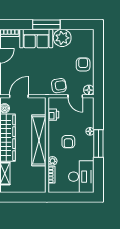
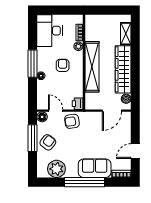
window: (46, 25) -> (85, 182), width x1.46
plant: (62, 38) -> (56, 169), moved
armchair: (83, 64) -> (48, 142), turned -142
window: (98, 69) -> (33, 138), added
printer: (53, 115) -> (78, 104), moved

